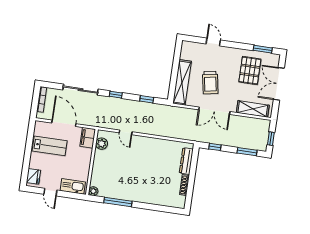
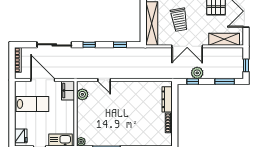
plant: (221, 139) -> (197, 73), added

